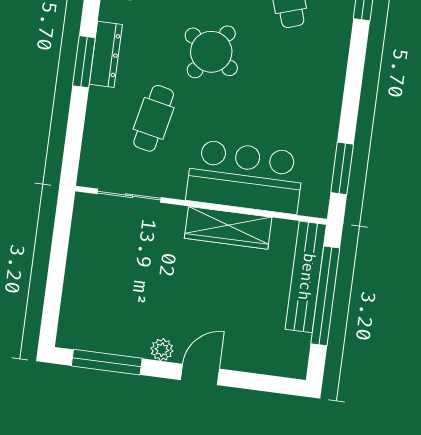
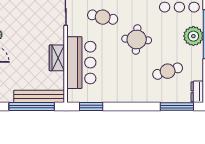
round table: (211, 52) -> (137, 39), turned -30
wardrobe: (228, 228) -> (57, 58), width x0.67

